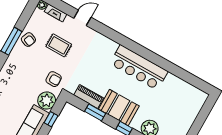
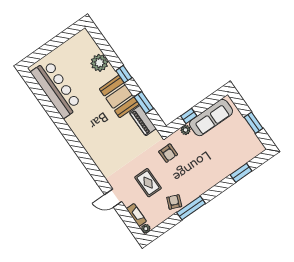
bar counter: (139, 68) -> (56, 89), moved
armchair: (54, 79) -> (168, 153), turned 180
plant: (47, 101) -> (186, 130), width x0.53, depth x0.53

